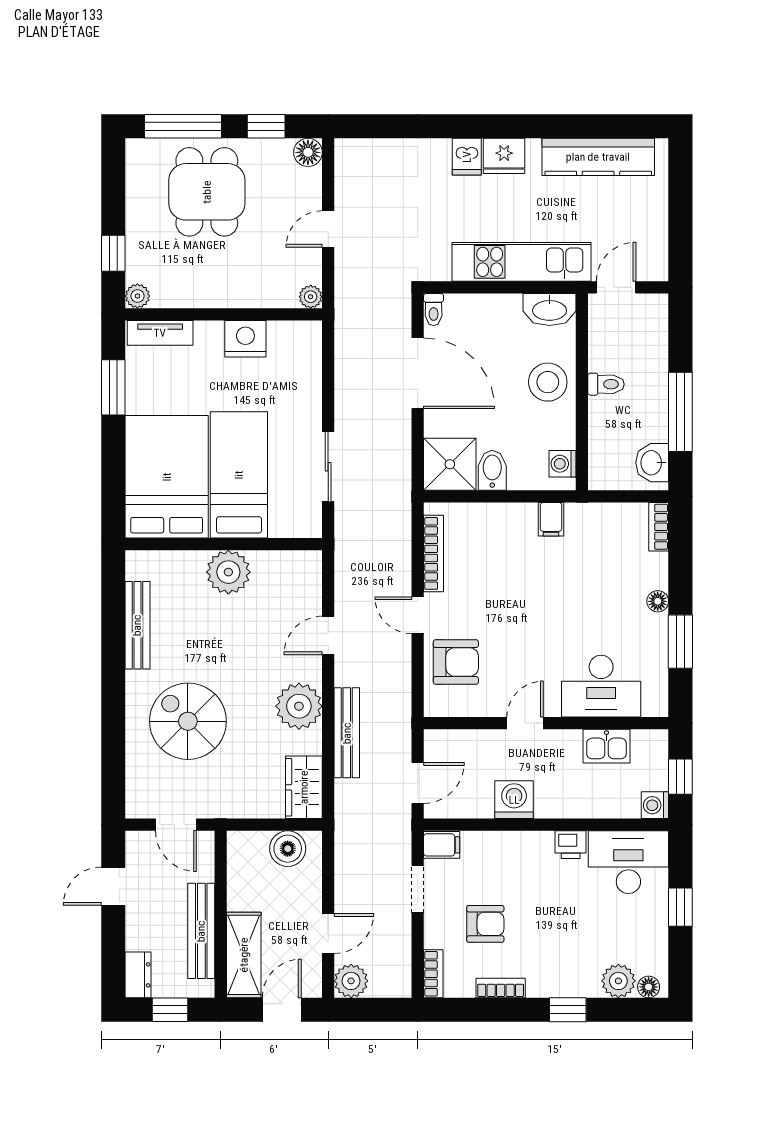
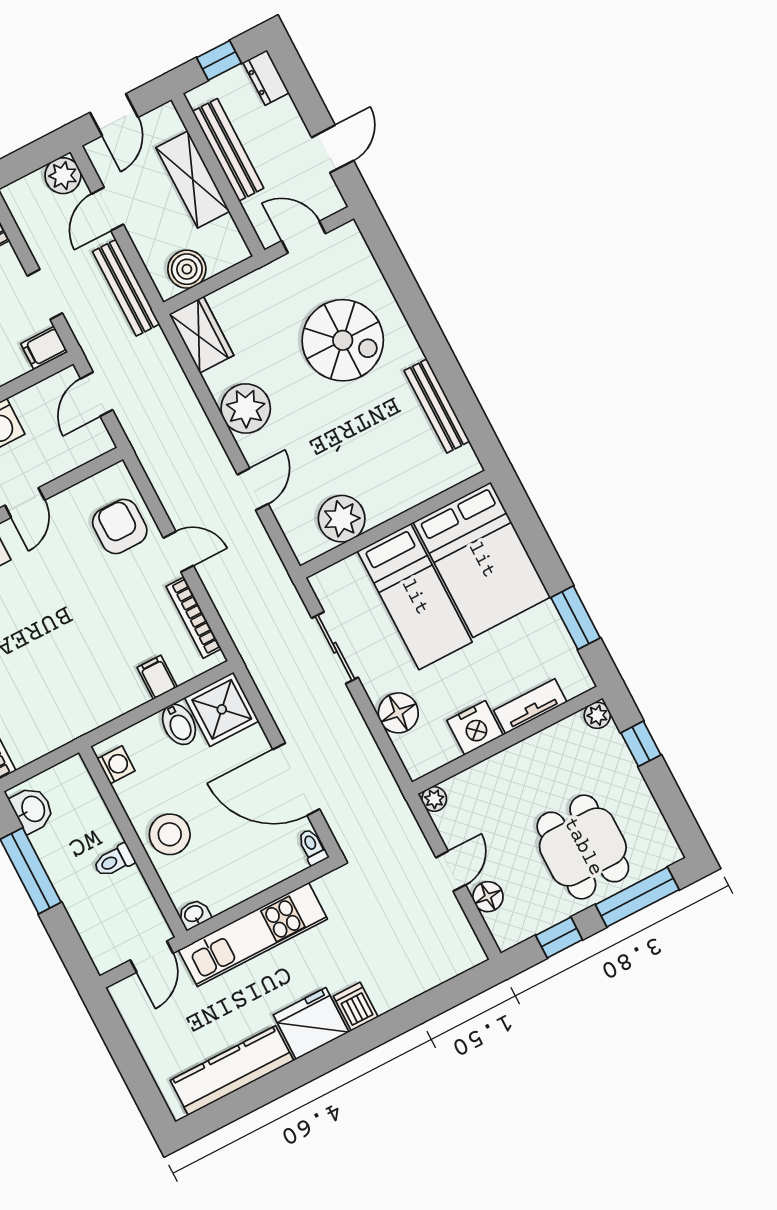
floor lamp: (308, 152) -> (488, 897), moved
fridge: (504, 156) -> (311, 1024), width x1.36, depth x1.34
washbasin: (550, 309) -> (194, 914), width x0.52, depth x0.69
tv unit: (160, 333) -> (530, 706), moved
floor lamp: (303, 385) -> (398, 713), added
filing cabinet: (551, 519) -> (157, 677), moved
plant: (228, 572) -> (342, 519), moved
armchair: (456, 662) -> (120, 526), turned 90
bench: (347, 733) -> (126, 288), moved
shelving: (244, 955) -> (193, 180), moved

